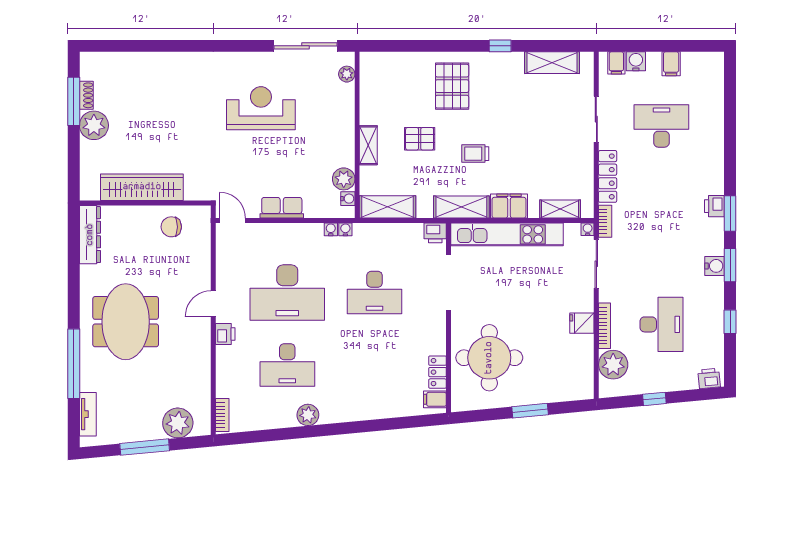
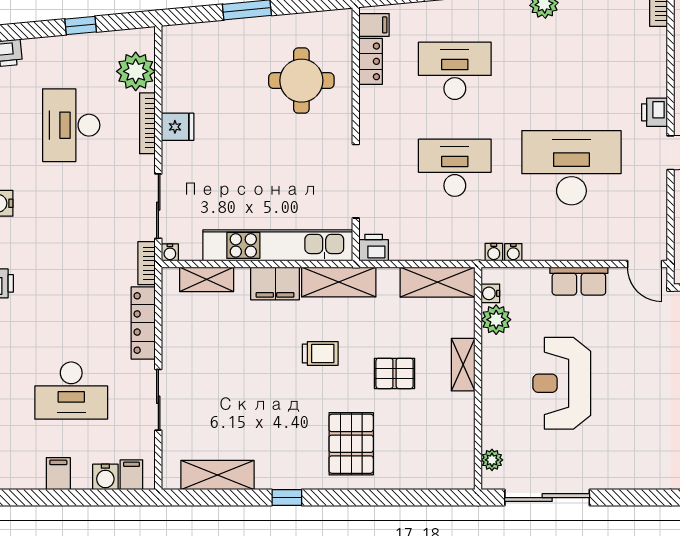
reception desk: (261, 108) -> (562, 383), moved, turned 90
round table: (489, 358) -> (301, 81), width x0.73, depth x0.73
desk: (287, 365) -> (455, 71), moved

